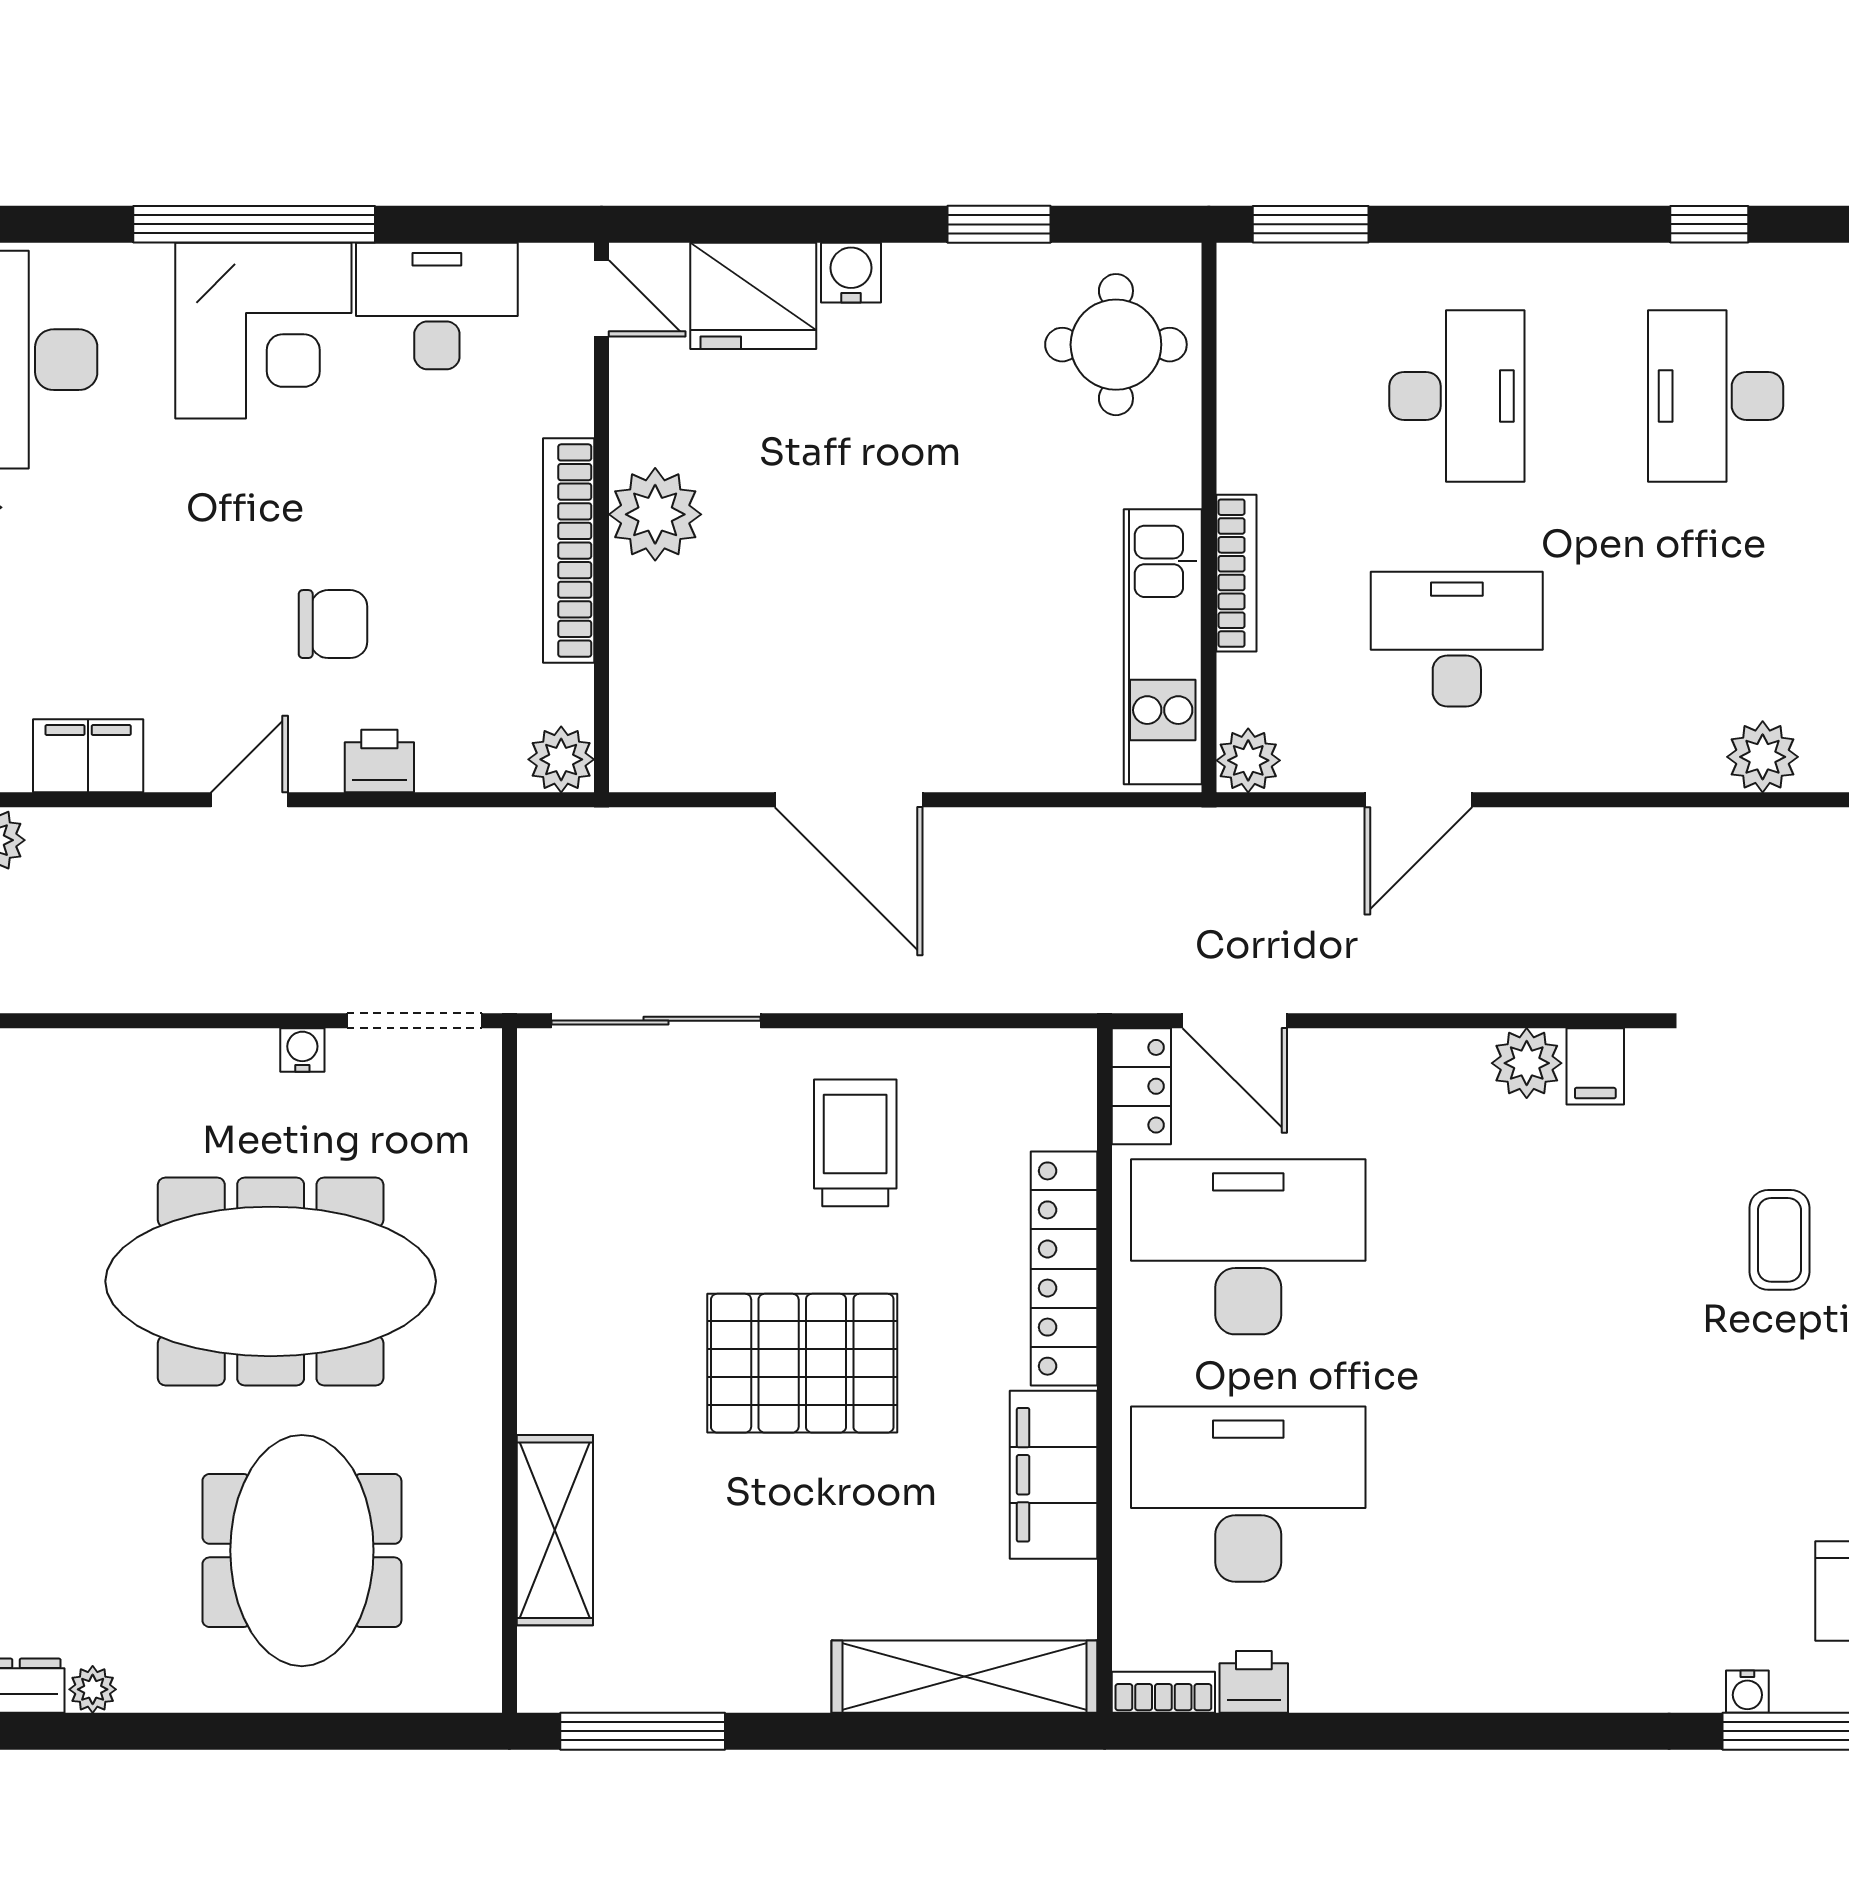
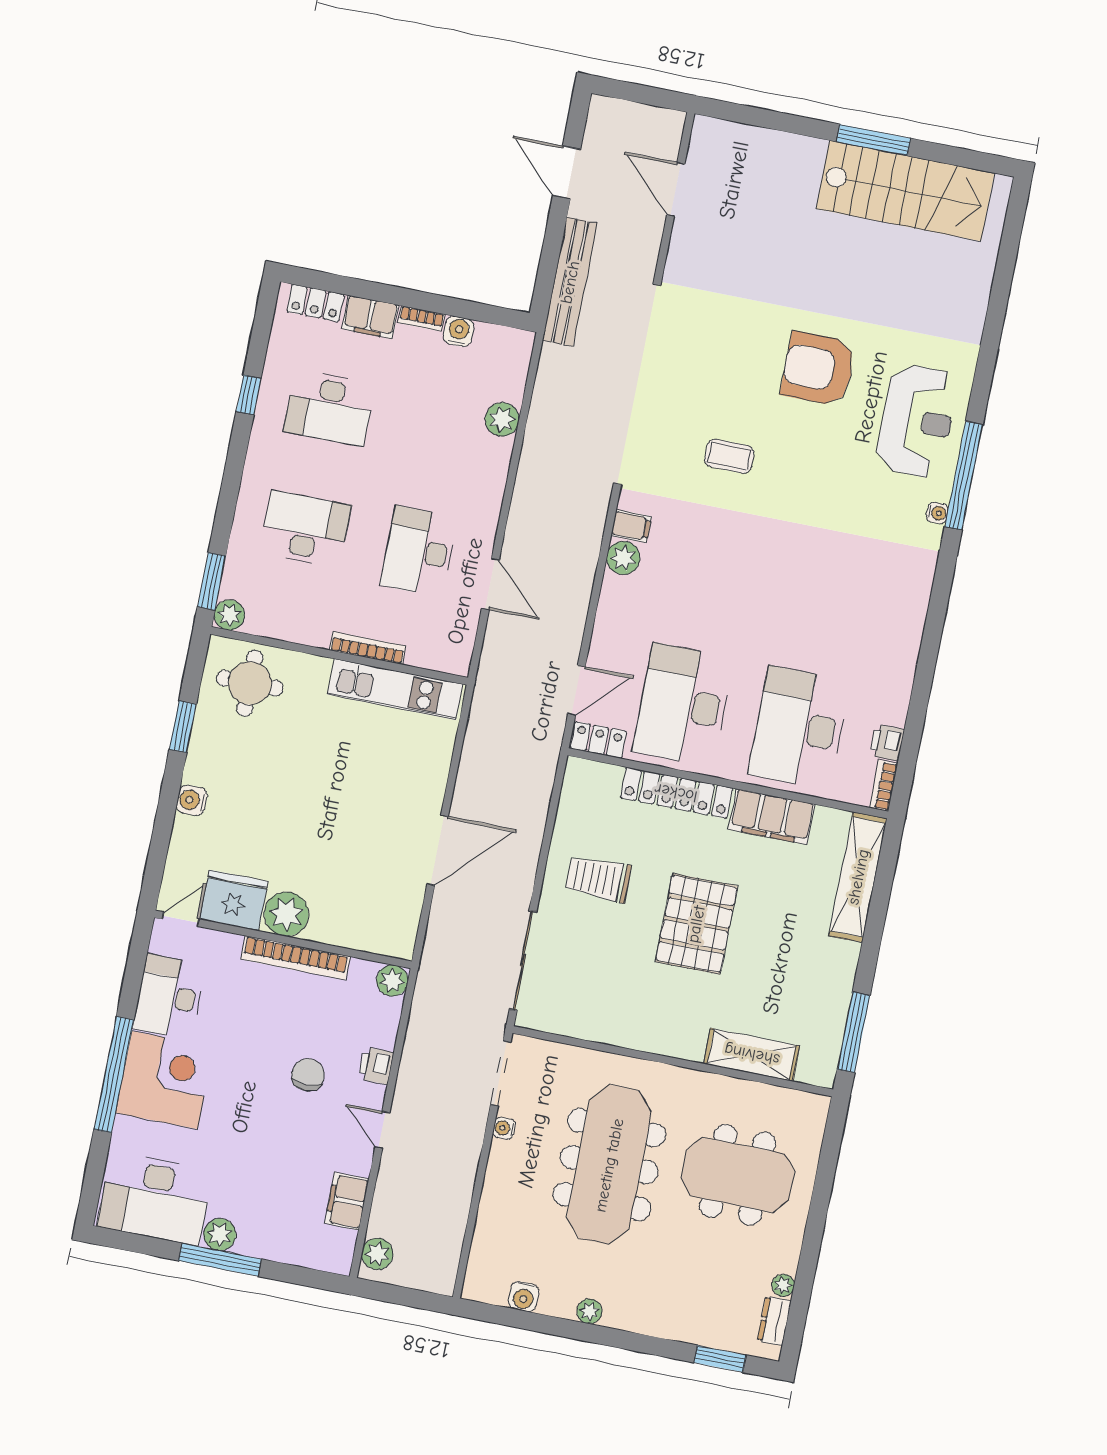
fridge: (753, 296) -> (234, 900), moved, turned -90
plant: (1248, 760) -> (229, 615), moved

